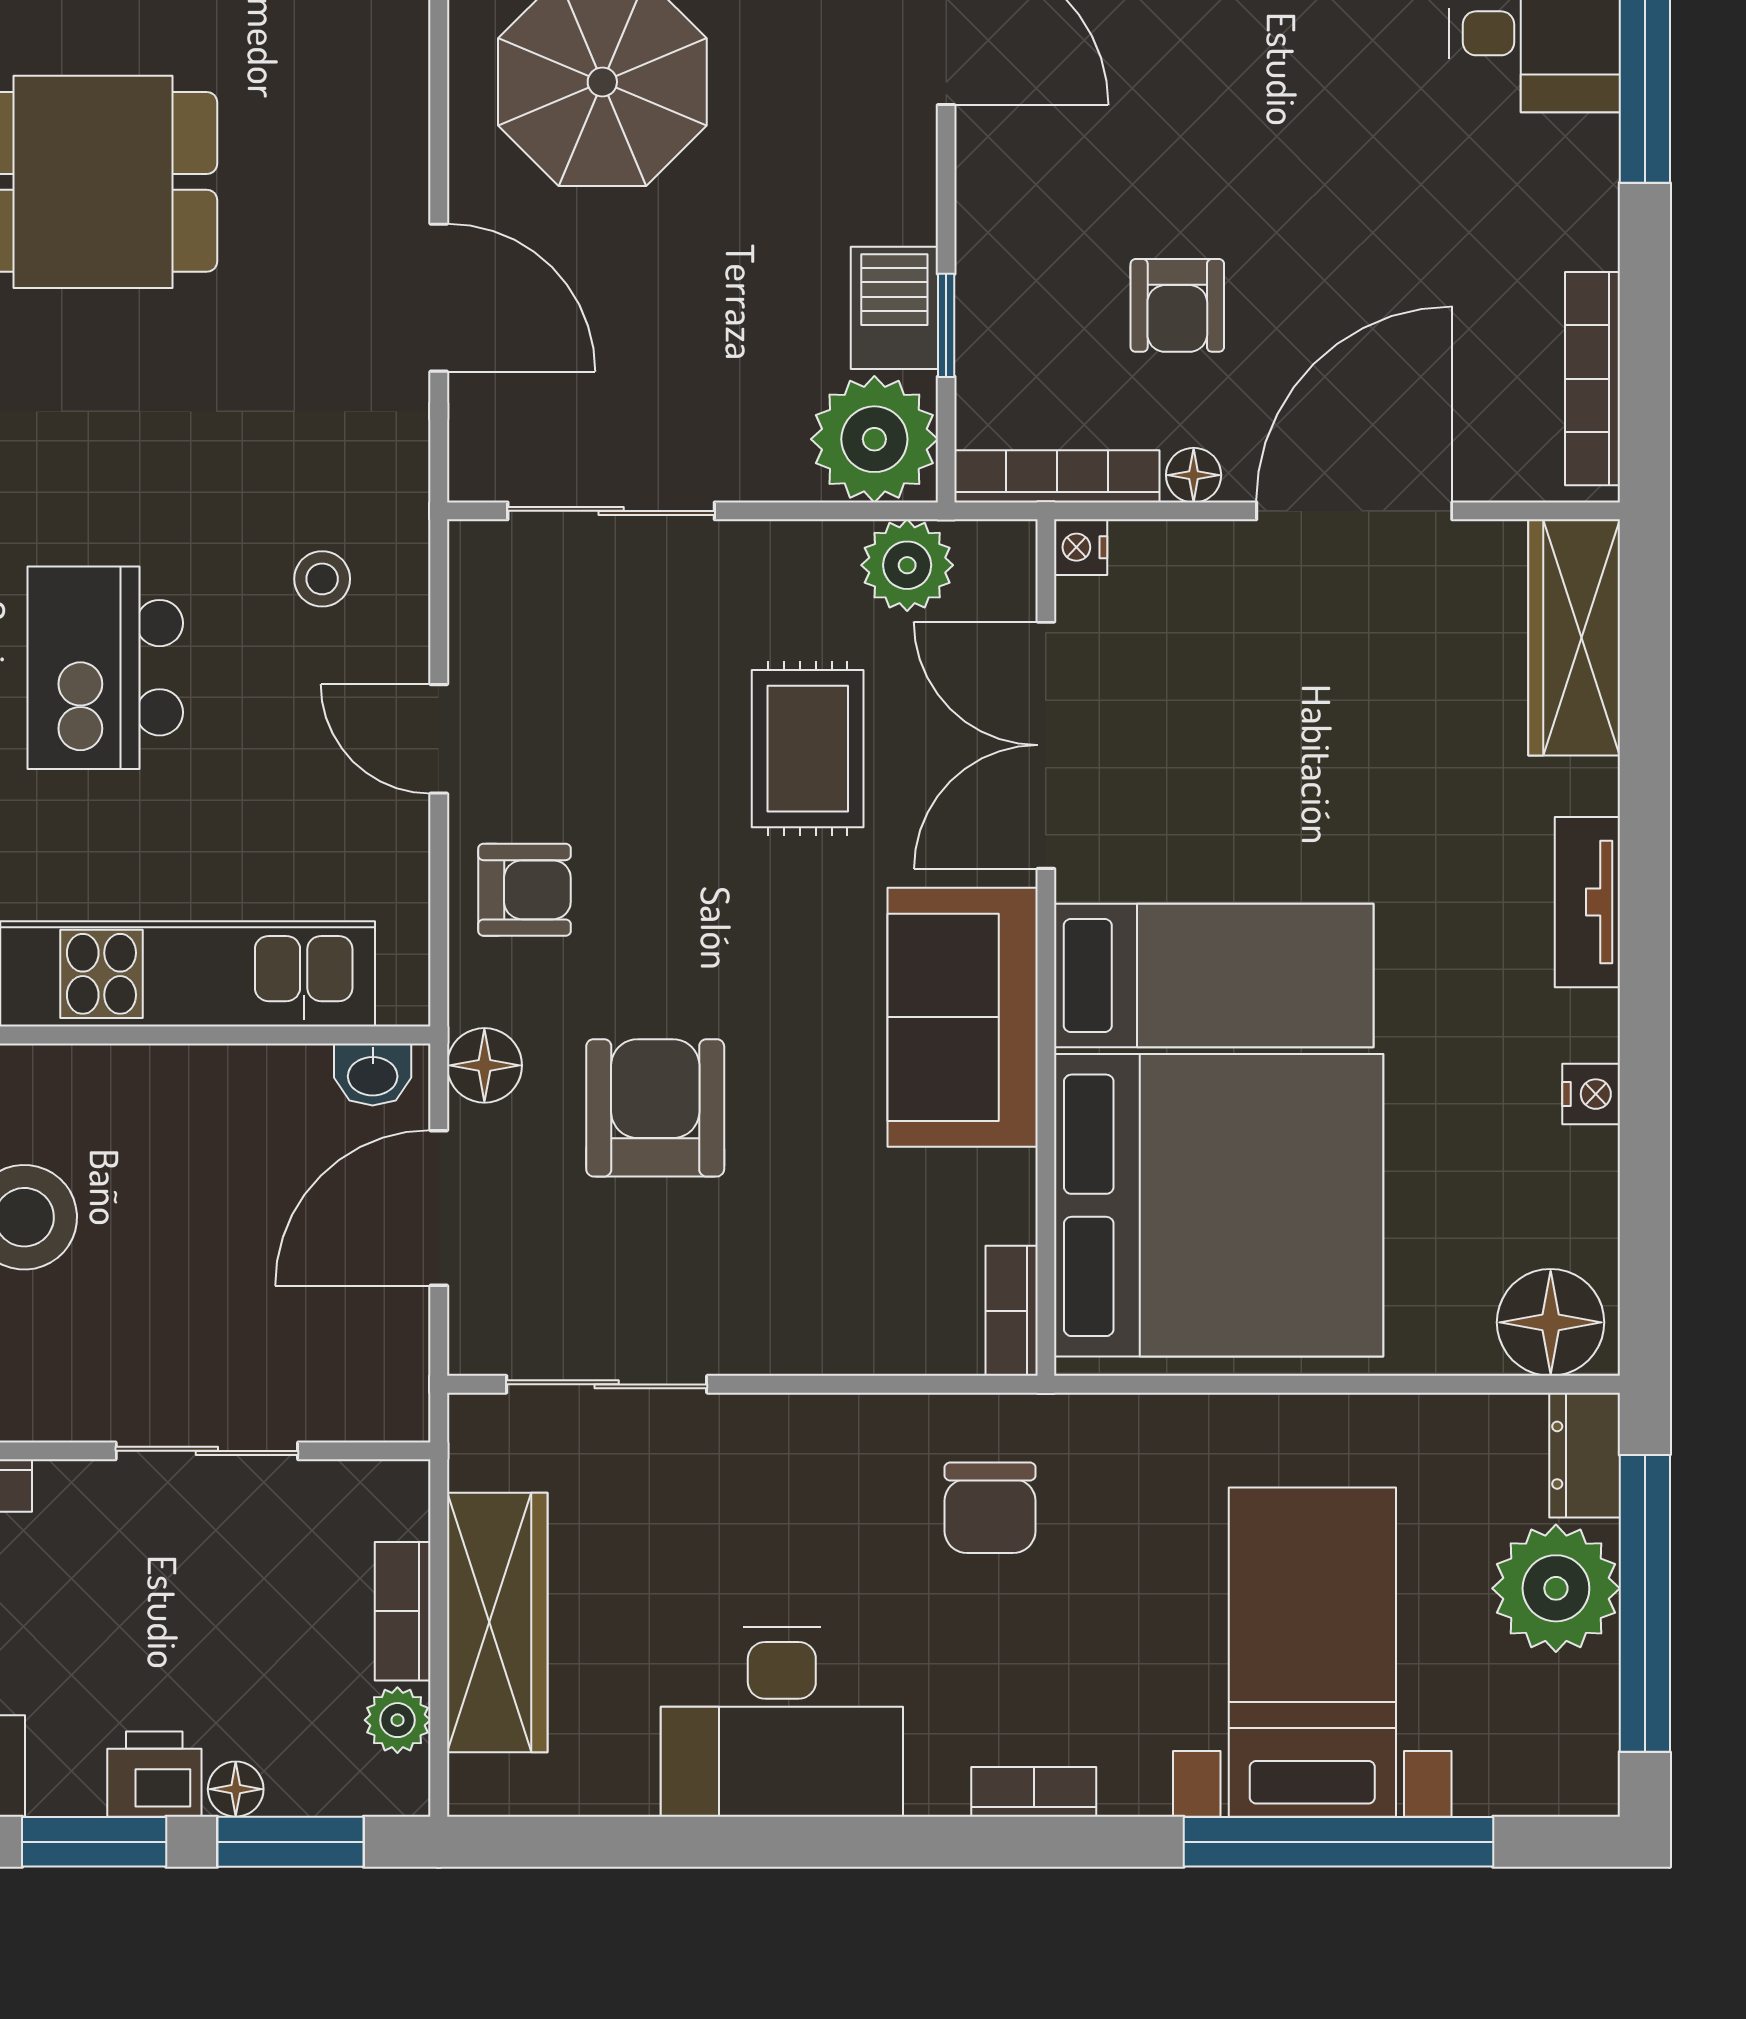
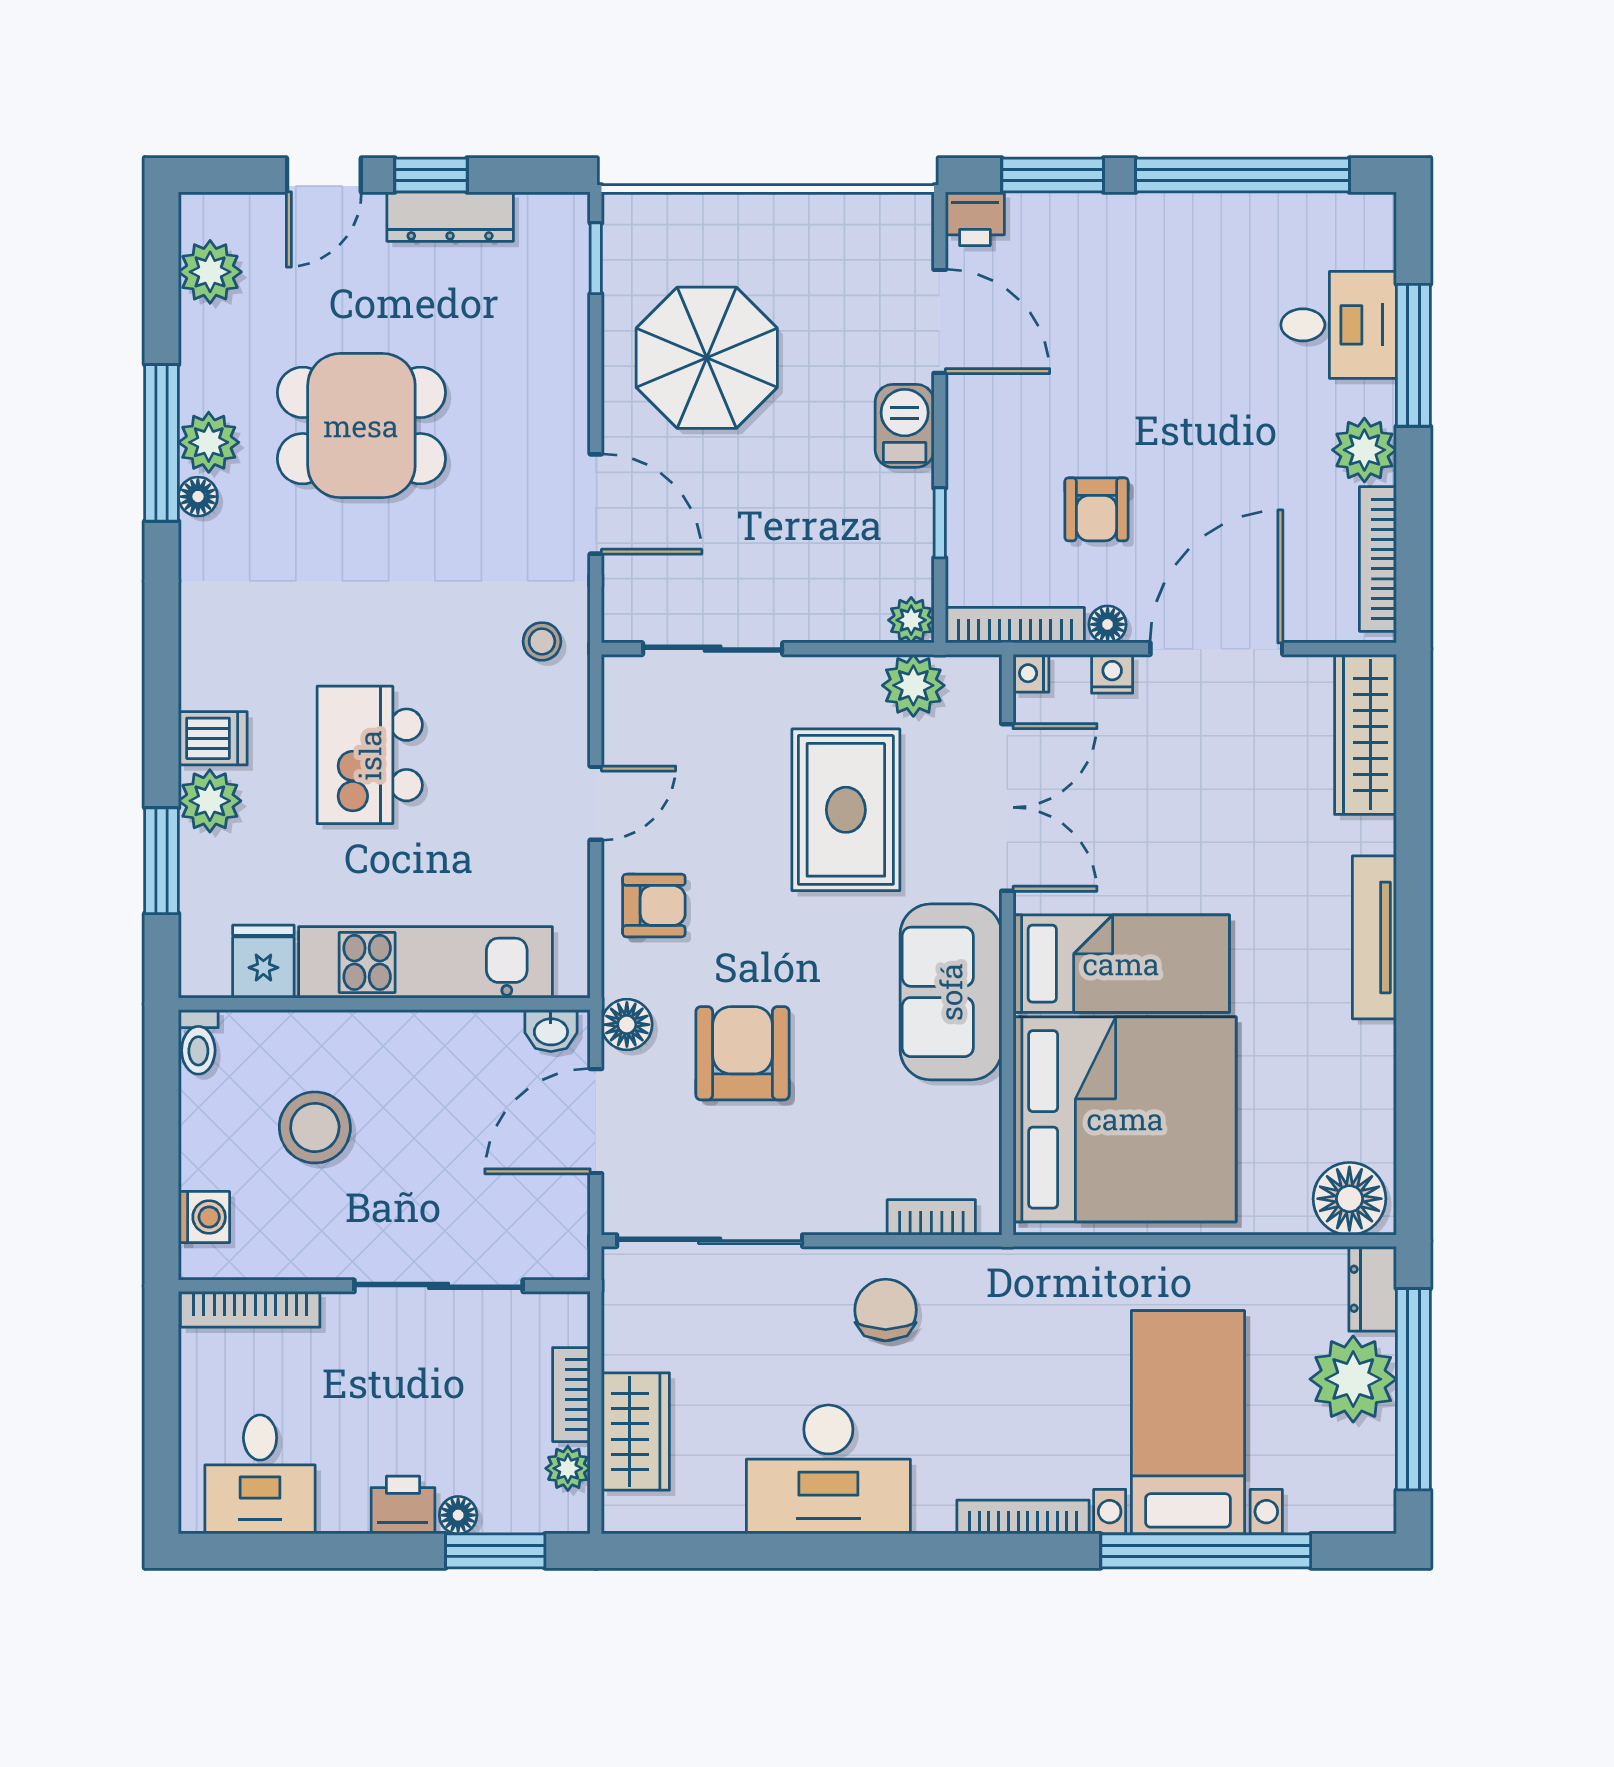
plant: (1573, 218) -> (1364, 450), added
barbecue: (894, 308) -> (905, 426), moved
plant: (874, 439) -> (911, 620), width x0.53, depth x0.53
stool: (322, 579) -> (542, 641), moved
door: (439, 739) -> (596, 803), swing flipped
double door: (1046, 745) -> (1007, 807), swing flipped
rug: (808, 749) -> (846, 810), width x1.36, depth x1.43
tv unit: (1587, 902) -> (1374, 937), width x1.41
nightstand: (1591, 1094) -> (1112, 674), moved, turned -90
bookcase: (1012, 1311) -> (931, 1217), moved, turned 90
sliding door: (607, 1384) -> (710, 1241), width x1.37
sliding door: (207, 1451) -> (439, 1286), width x1.37
chair: (990, 1508) -> (886, 1310), moved, turned 180
wardrobe: (497, 1622) -> (635, 1431), width x0.67
bookcase: (1034, 1792) -> (1023, 1517), width x1.56
window: (94, 1842) -> (362, 1551), removed

